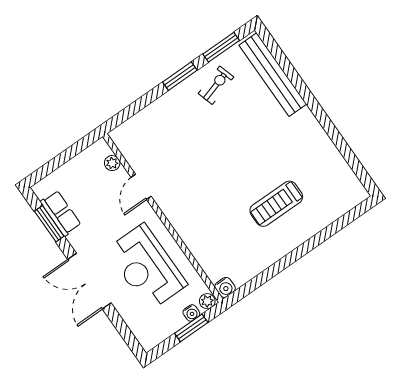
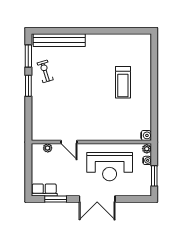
row of seats: (61, 213) -> (44, 190), moved
window: (191, 328) -> (154, 176), moved

